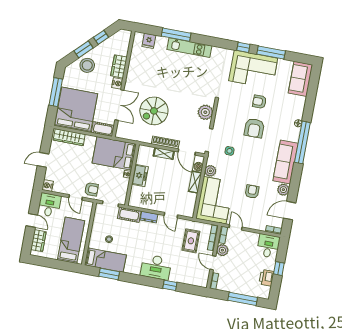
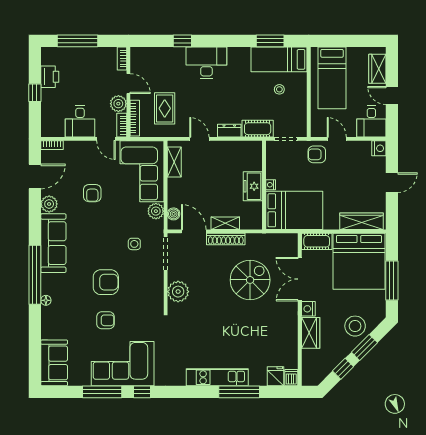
dishwasher: (138, 38) -> (291, 378), added
armchair: (254, 128) -> (106, 282), turned 90
shelving: (195, 182) -> (174, 162), moved
desk: (268, 246) -> (80, 121), moved

